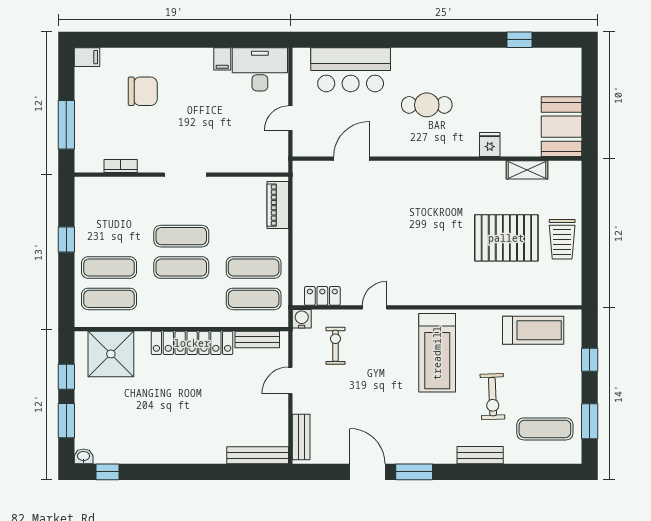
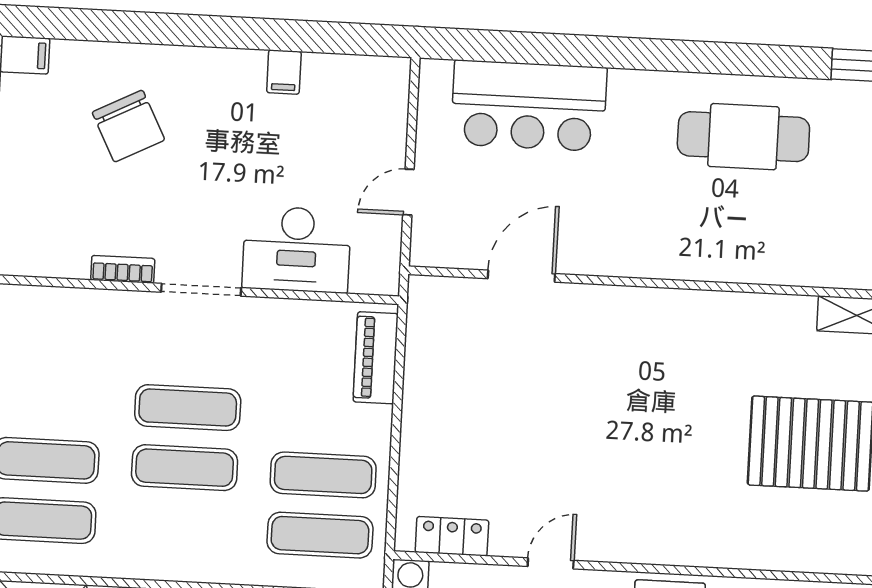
desk: (260, 69) -> (297, 249), moved, turned 180
chair: (143, 91) -> (128, 126), turned 63
cafe table: (427, 105) -> (743, 137), moved, width x1.37, depth x1.35
fridge: (490, 145) -> (788, 263), removed
bookcase: (121, 166) -> (123, 269), moved

